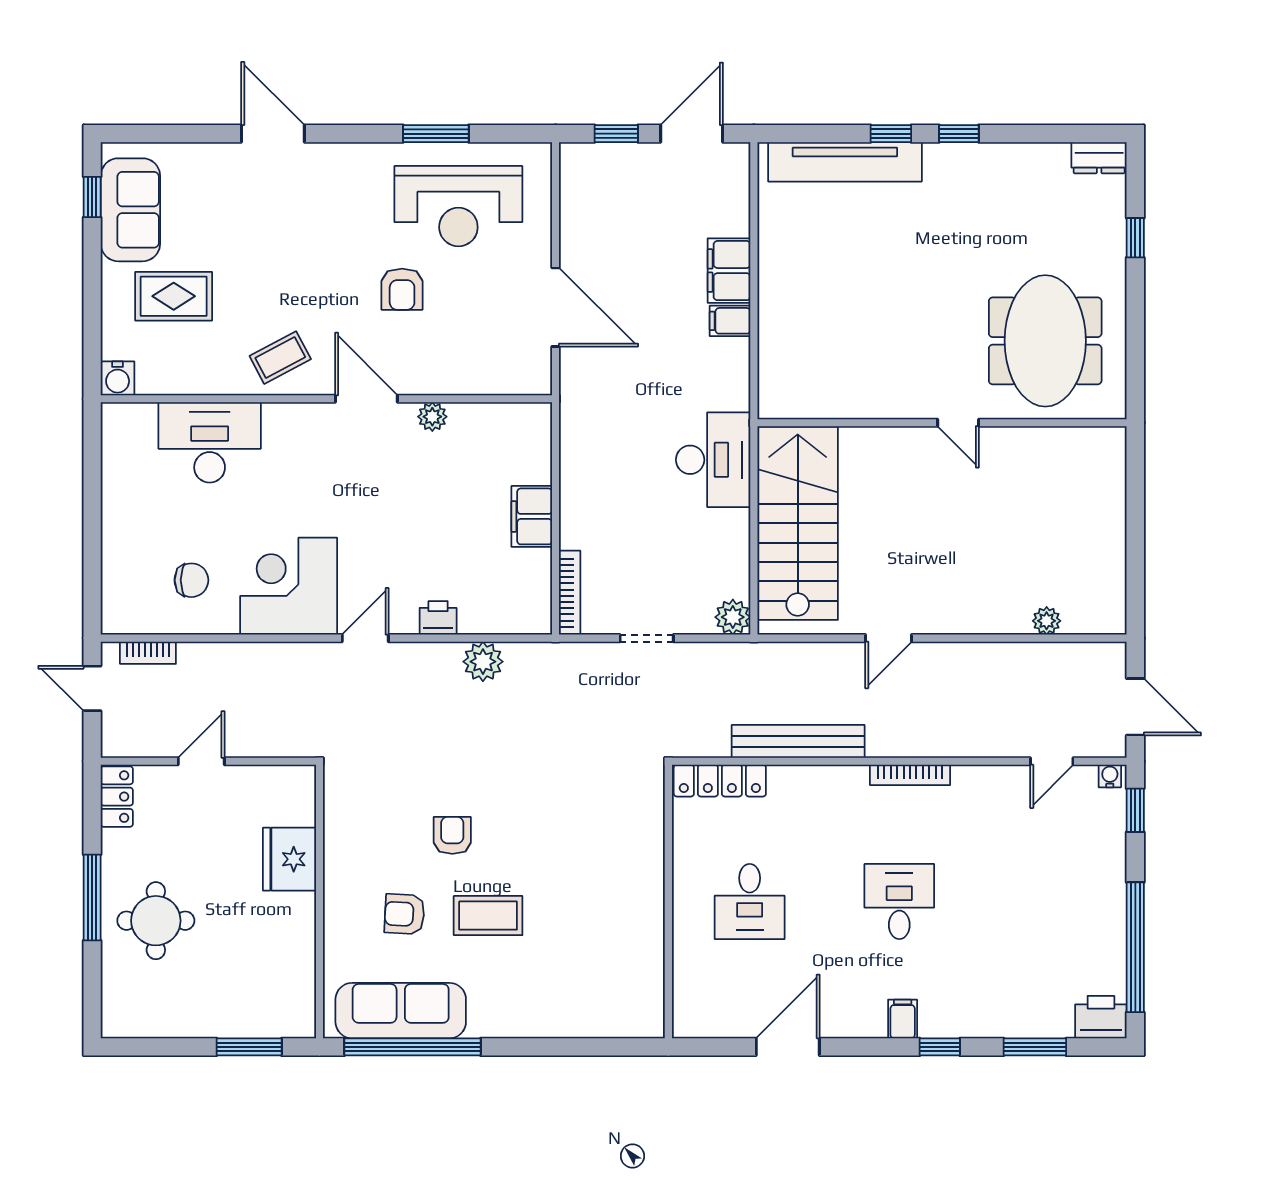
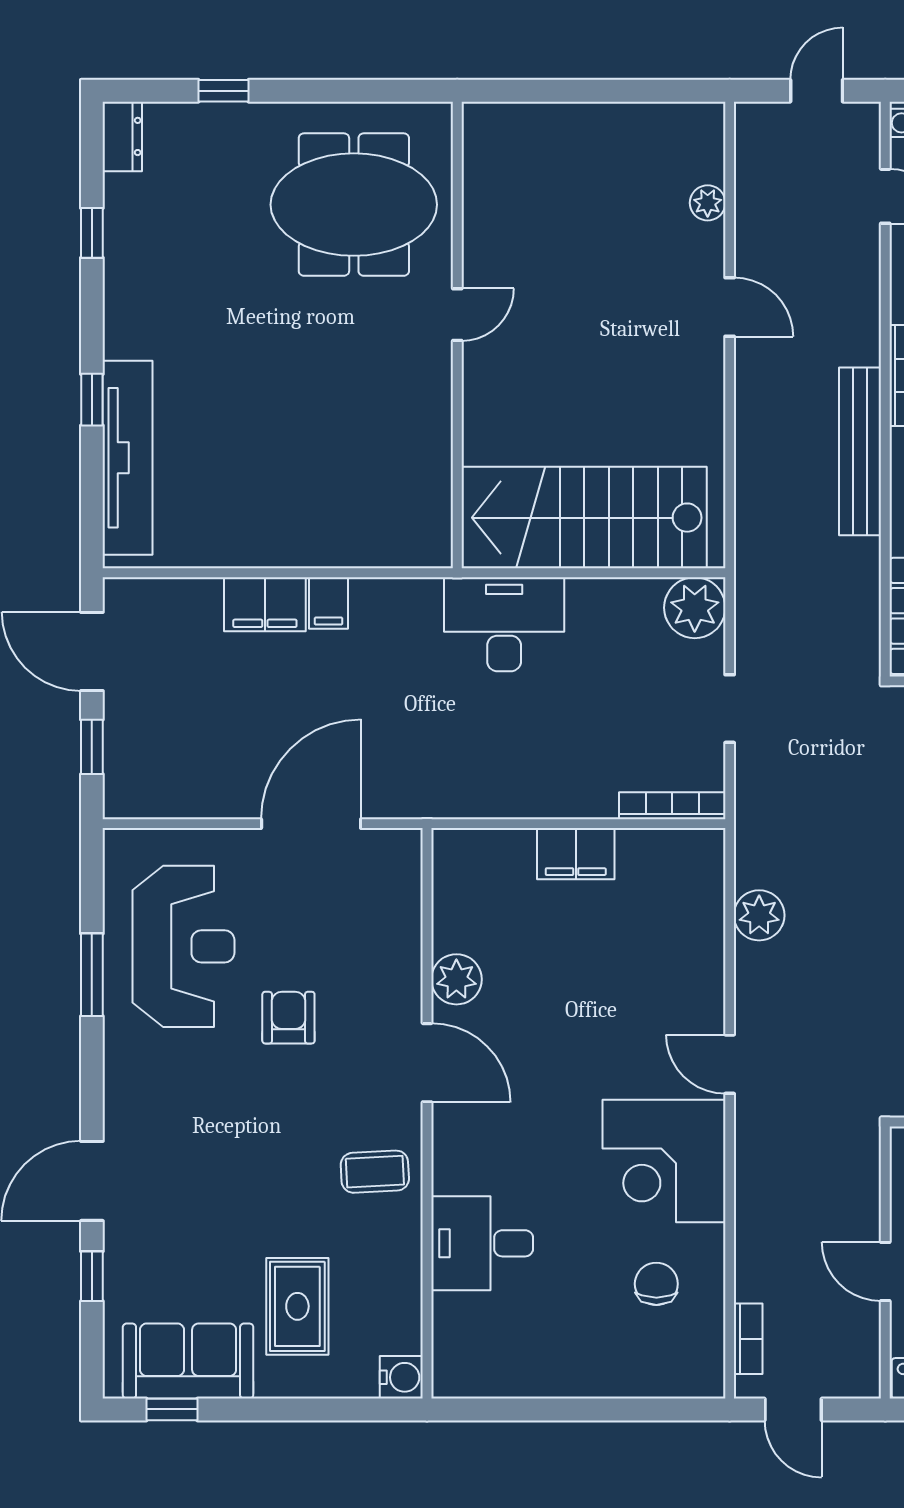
window: (197, 134) -> (92, 1276), added
window: (959, 134) -> (92, 233), moved
armchair: (402, 289) -> (288, 1018), turned -90
coffee table: (280, 358) -> (375, 1172), turned -65
door: (366, 399) -> (427, 1063), swing flipped
plant: (432, 417) -> (456, 979), width x1.38, depth x1.38
desk: (210, 442) -> (482, 1243), width x0.73
plant: (733, 617) -> (695, 608), width x1.36, depth x1.36
printer: (438, 618) -> (704, 972), removed
door: (889, 638) -> (730, 307), moved
door: (92, 688) -> (793, 1409), hinge flipped
door: (1135, 707) -> (817, 91), width x0.73
bench: (798, 741) -> (860, 451), moved

